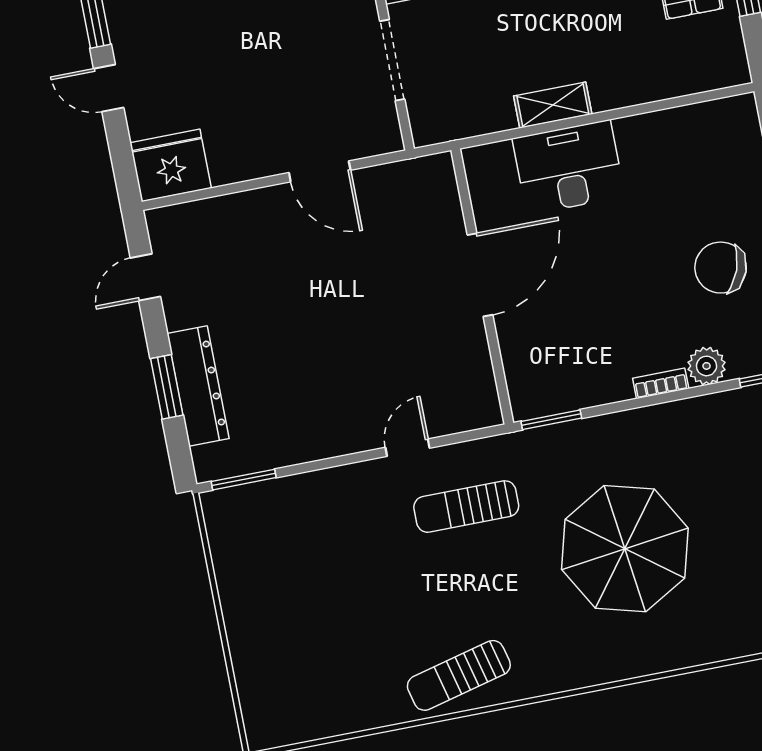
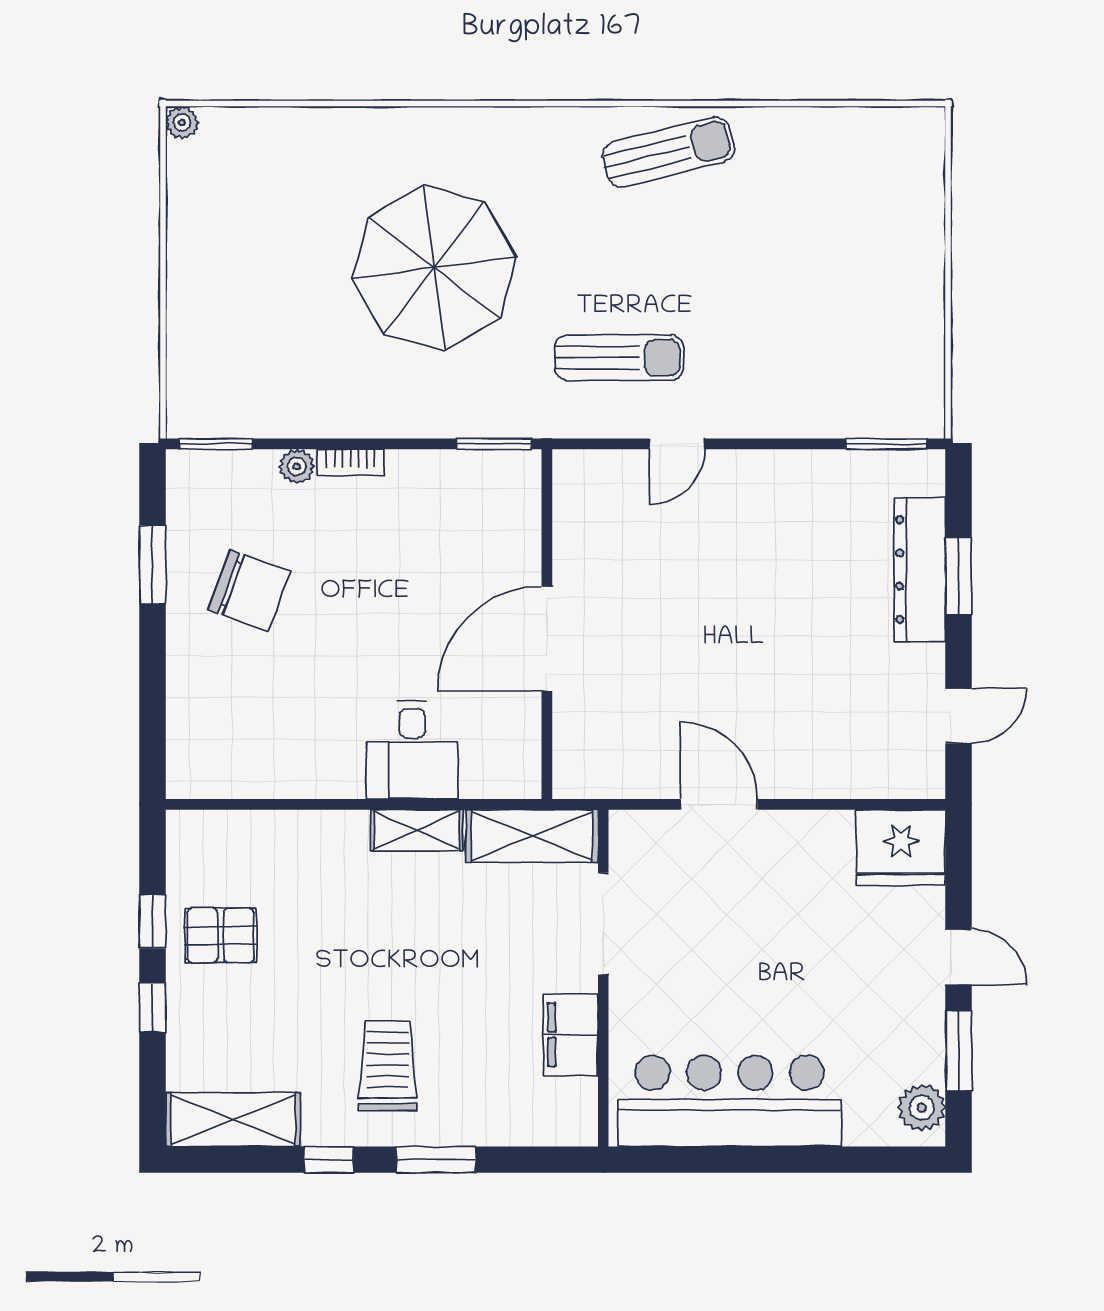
shelving: (461, 118) -> (532, 836), added
desk: (568, 167) -> (412, 750), width x0.73
plant: (707, 366) -> (297, 466), width x0.73, depth x0.73

